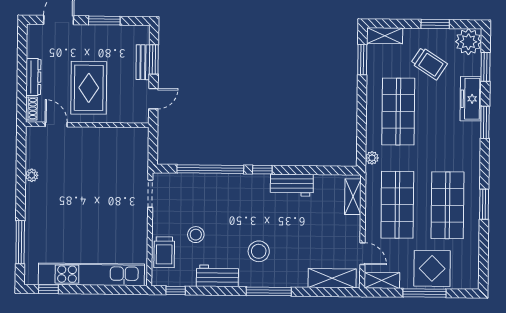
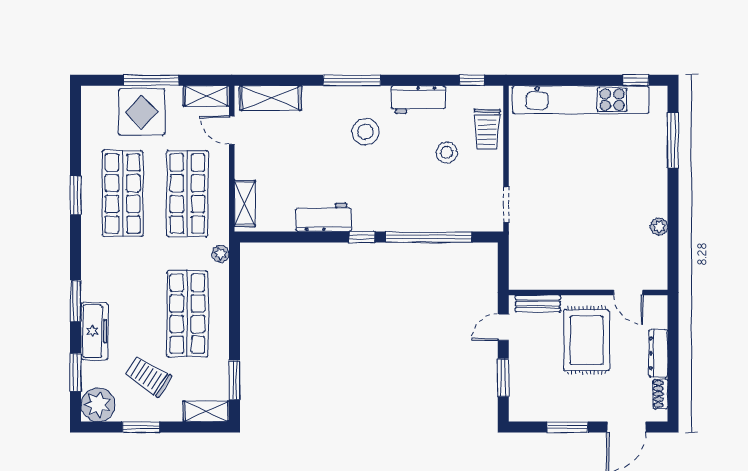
bench: (143, 62) -> (538, 304), moved, turned 90
shoe rack: (31, 109) -> (660, 394), moved
trolley: (164, 252) -> (487, 129), turned 180

